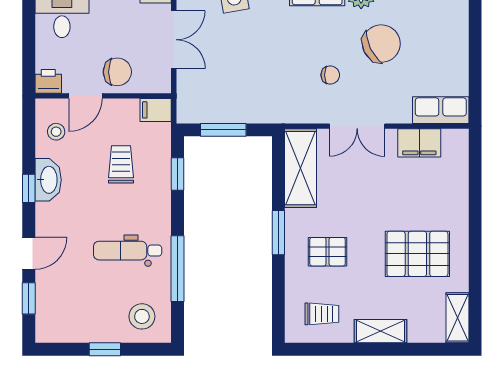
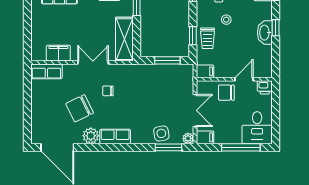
double door: (174, 40) -> (195, 110), swing flipped
stool: (56, 132) -> (226, 20), moved
trolley: (121, 164) -> (208, 38), moved

